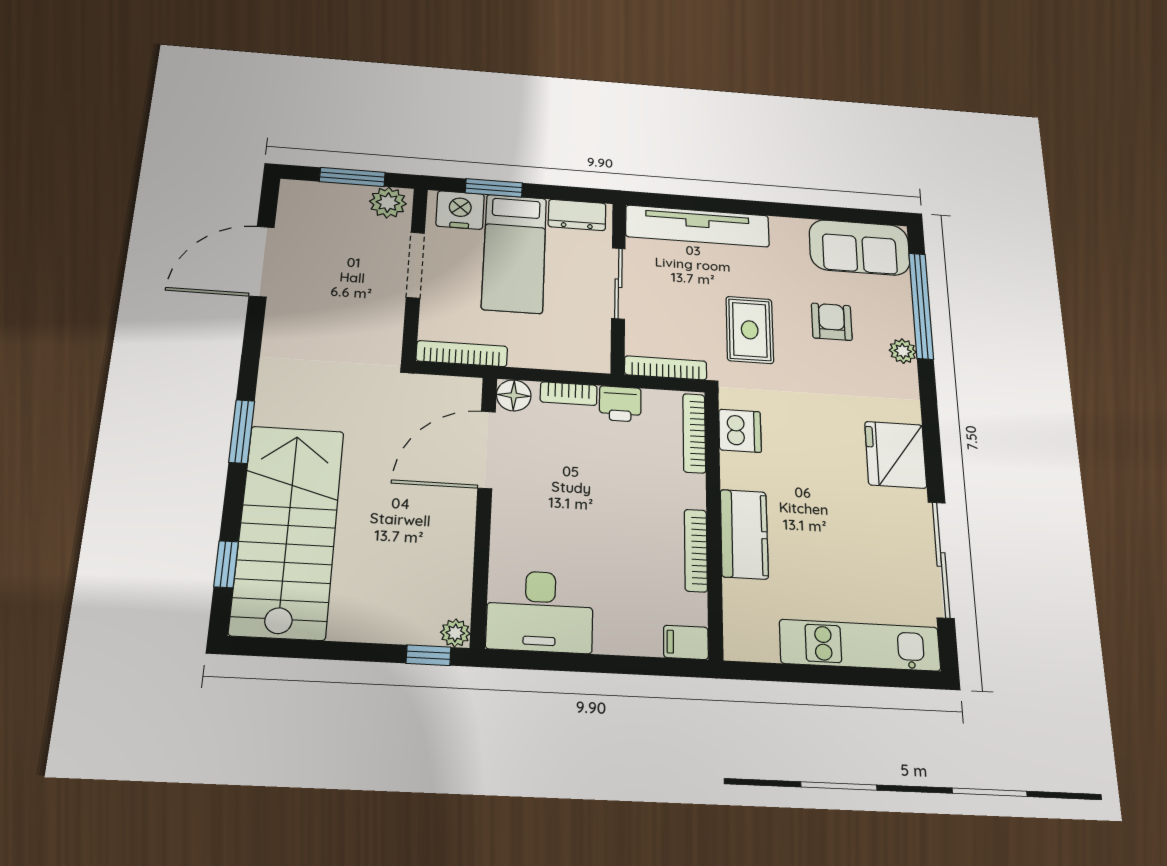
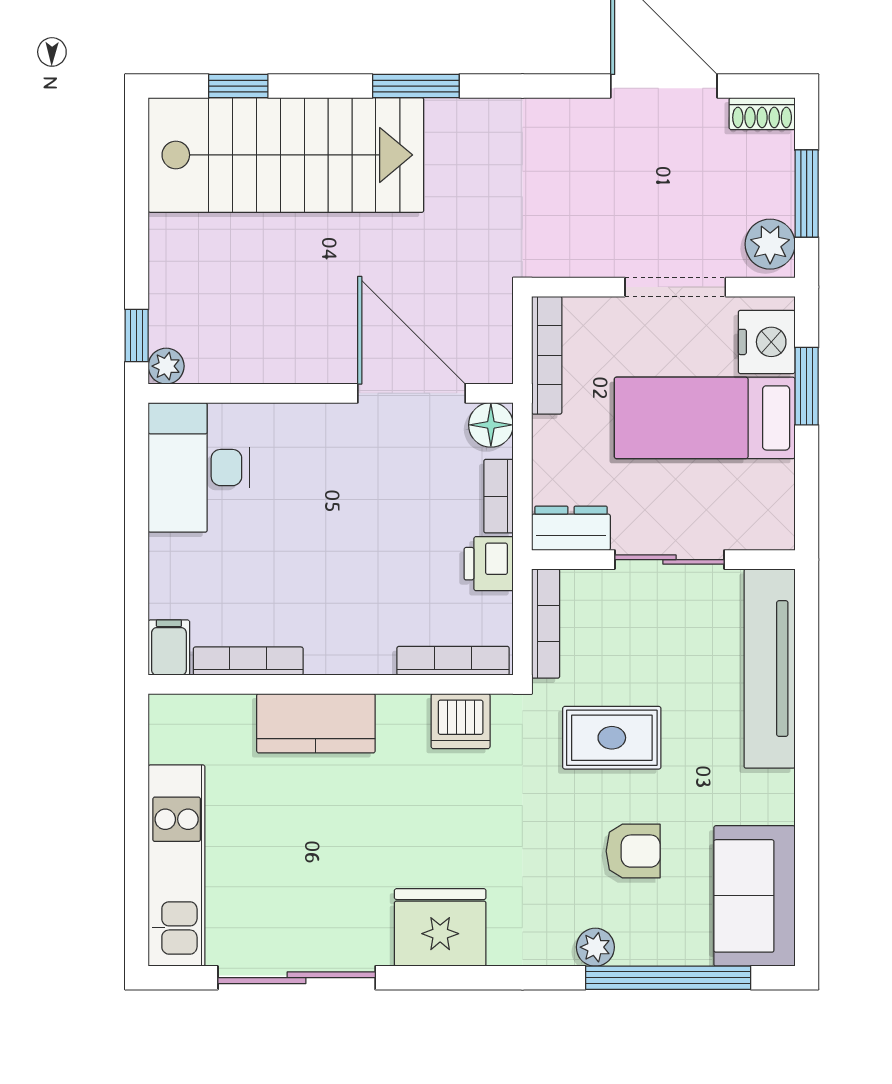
shoe rack: (290, 200) -> (762, 114), added
dresser: (577, 215) -> (571, 528), moved, turned 90
bookcase: (696, 550) -> (248, 661), moved

